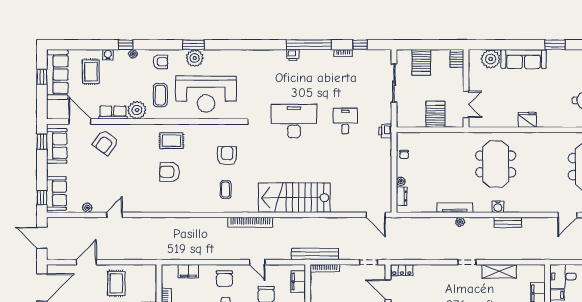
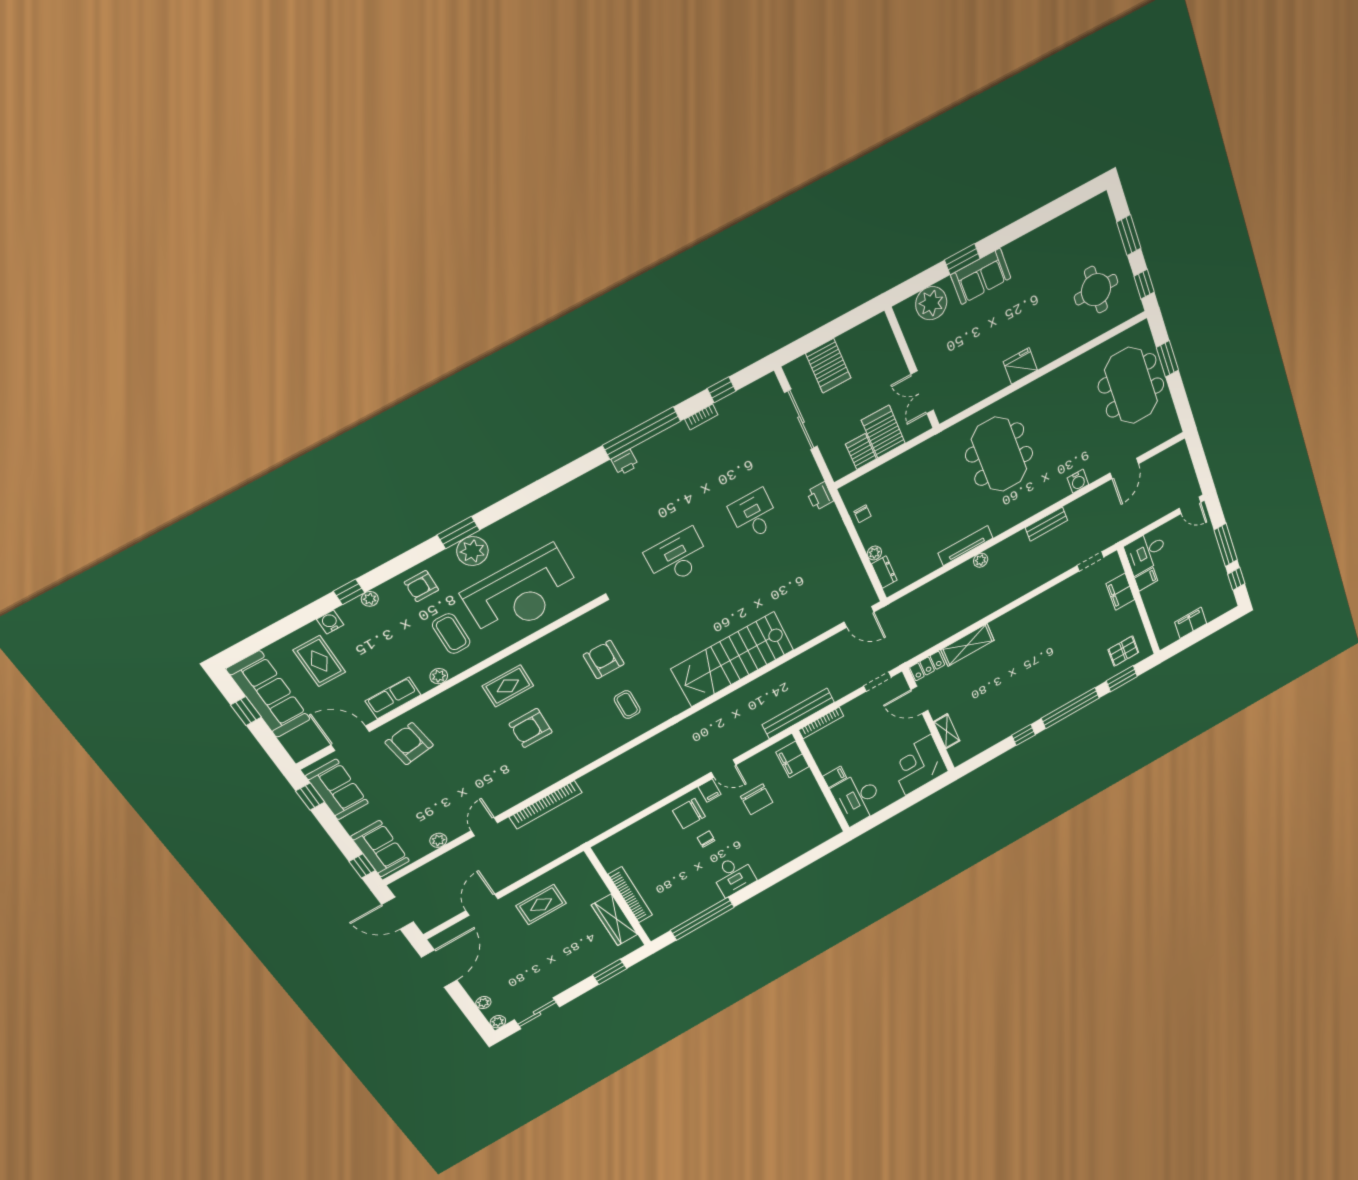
window: (555, 45) -> (962, 259), moved
server rack: (457, 58) -> (861, 452), moved, turned 180
sofa: (524, 59) -> (981, 276), width x0.73
armchair: (161, 62) -> (421, 586), turned 180
double door: (466, 104) -> (922, 392), swing flipped
plant: (137, 110) -> (439, 676), width x0.53, depth x0.53
desk: (294, 121) -> (677, 557), width x0.73, depth x0.77
armchair: (106, 143) -> (409, 744), turned 135
water cooler: (498, 207) -> (1078, 481), moved
bookcase: (250, 222) -> (546, 805), moved
doorway: (467, 262) -> (1090, 561), moved
filing cabinet: (188, 271) -> (710, 791), moved, width x0.50
shelving: (499, 271) -> (967, 645), moved
chair: (224, 279) -> (689, 814), turned 90
rug: (116, 283) -> (541, 905), turned 90

